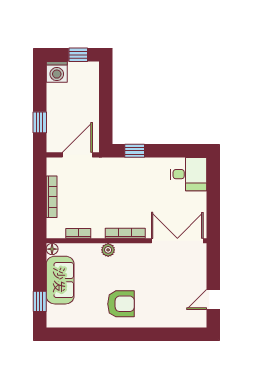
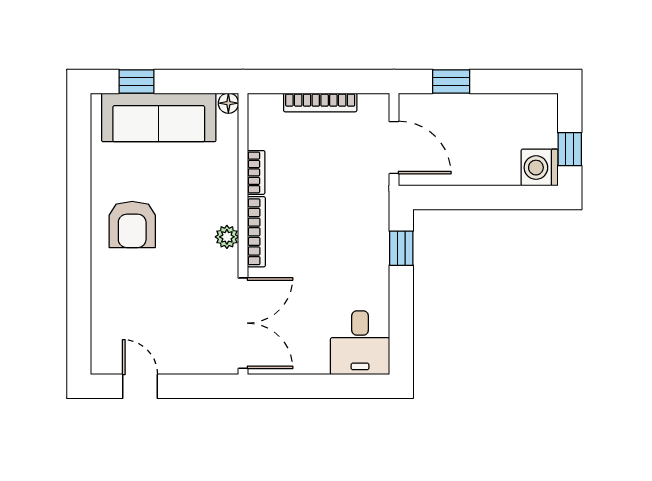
washing machine: (57, 72) -> (540, 168), moved
bookcase: (78, 233) -> (256, 172), moved
plant: (108, 250) -> (227, 237), moved
sofa: (60, 280) -> (159, 117), width x1.36

